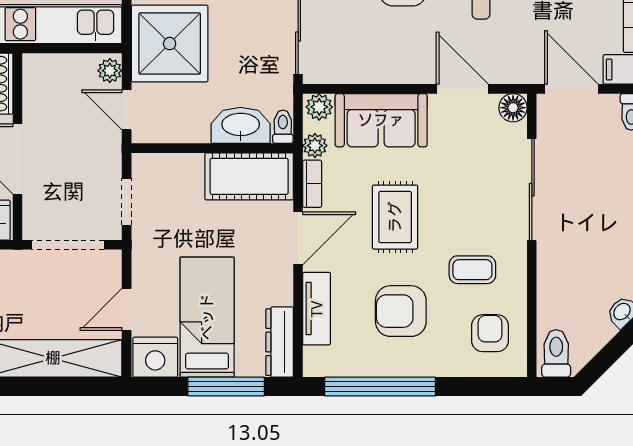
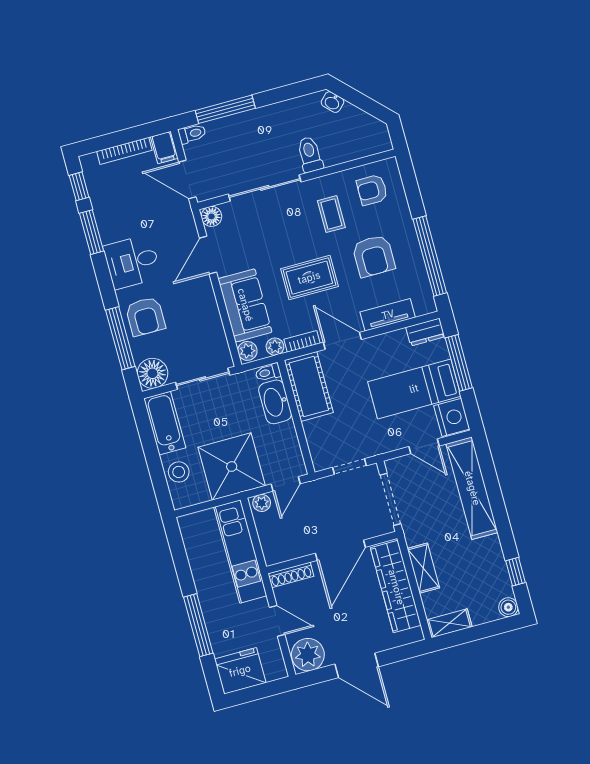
door: (571, 89) -> (187, 179), hinge flipped
dresser: (280, 342) -> (425, 332), width x0.70
toilet: (556, 353) -> (310, 154), moved, turned 90

